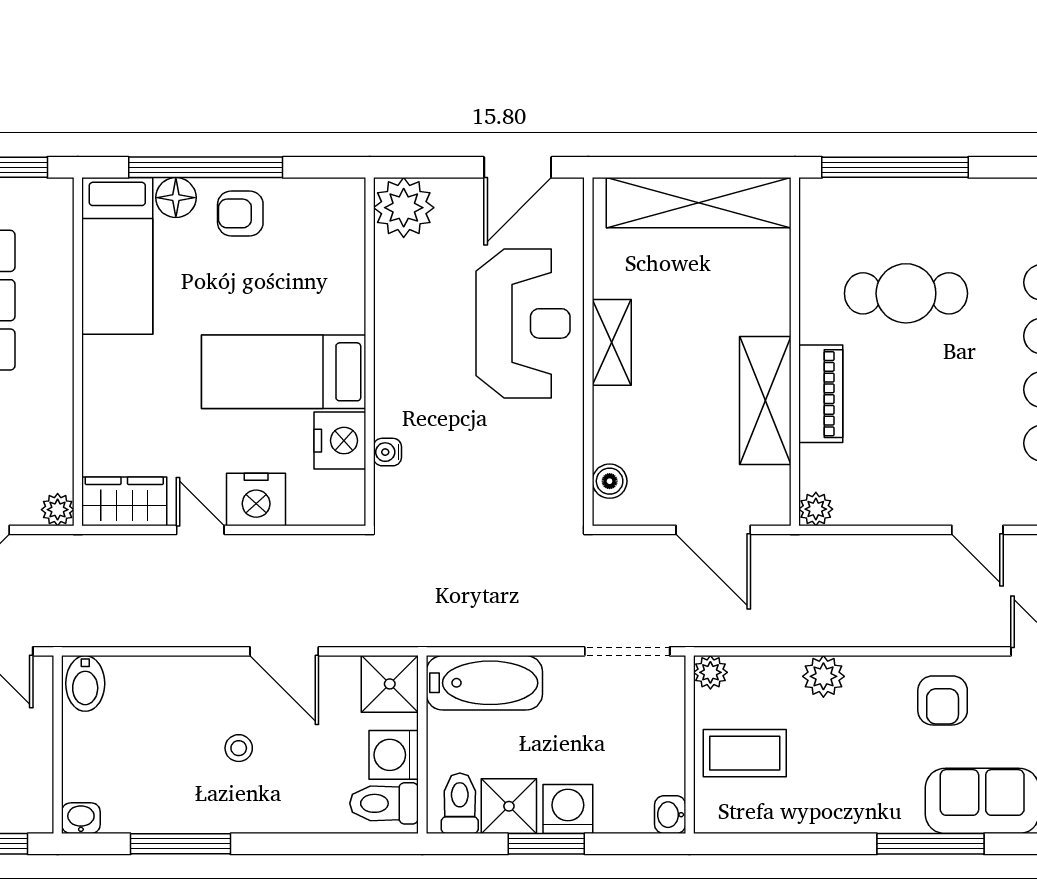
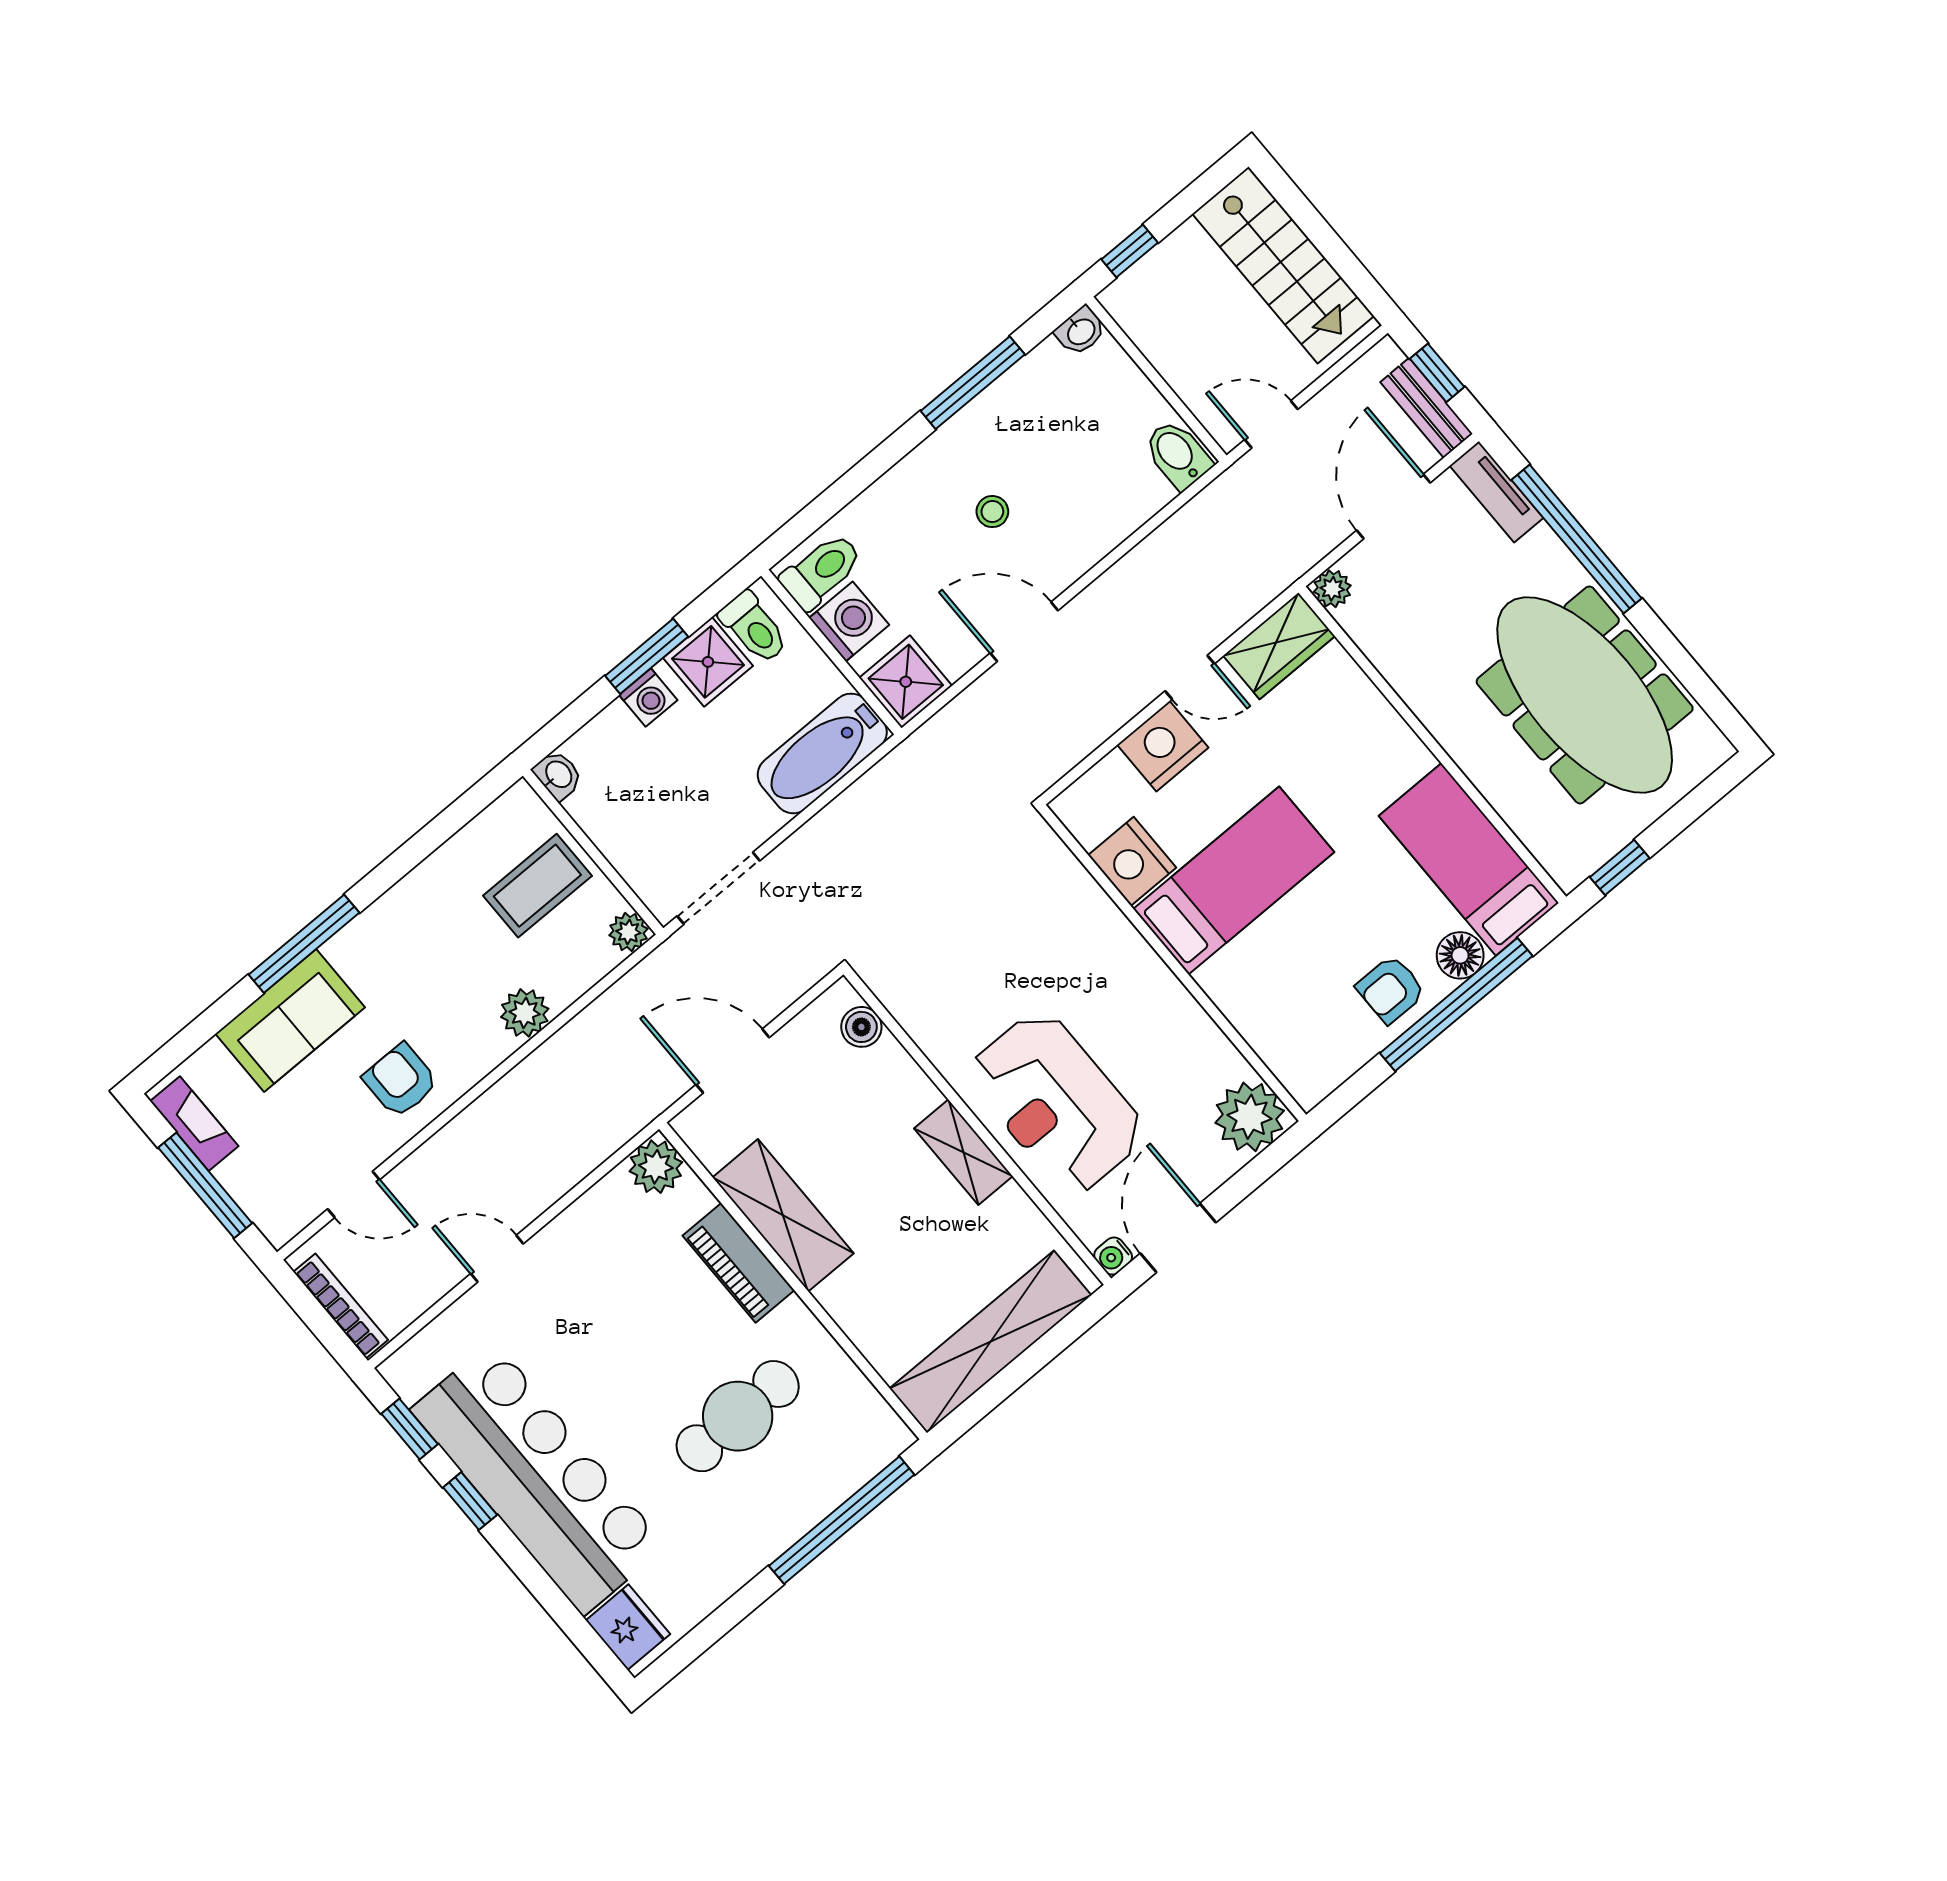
armchair: (240, 213) -> (1391, 989), turned 180
water cooler: (387, 452) -> (1113, 1256), moved, turned 180
plant: (816, 509) -> (656, 1167), width x1.38, depth x1.38
washing machine: (568, 809) -> (648, 697), width x0.73, depth x0.73

